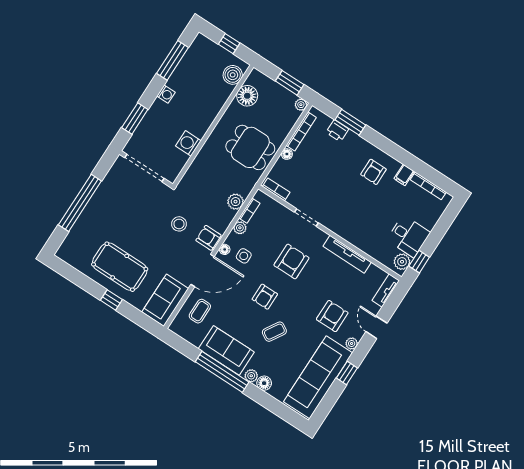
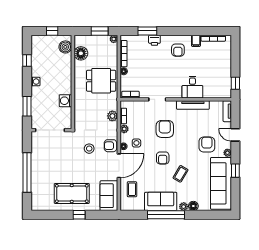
window: (173, 60) -> (27, 61), width x0.46
printer: (337, 131) -> (154, 40), moved
desk: (408, 236) -> (192, 87), moved, turned 90
plant: (402, 262) -> (226, 89), removed

